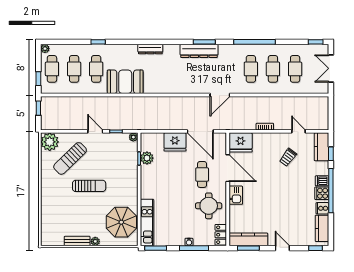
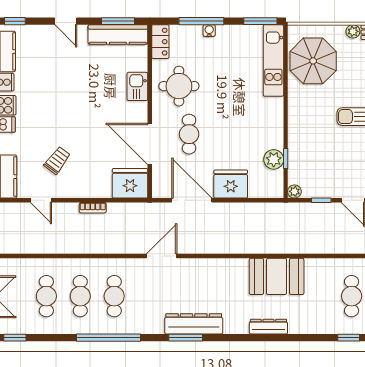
booth: (125, 82) -> (277, 276), moved
kitchen sink: (236, 195) -> (137, 86), moved

